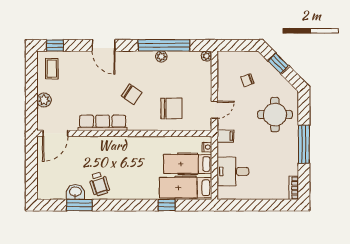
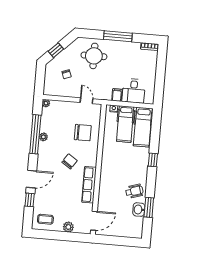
window: (55, 45) -> (30, 200), moved
chair: (171, 108) -> (83, 133), turned 90
door: (55, 133) -> (94, 221), hinge flipped
filing cabinet: (225, 136) -> (117, 95), moved
window: (167, 205) -> (153, 160), moved

